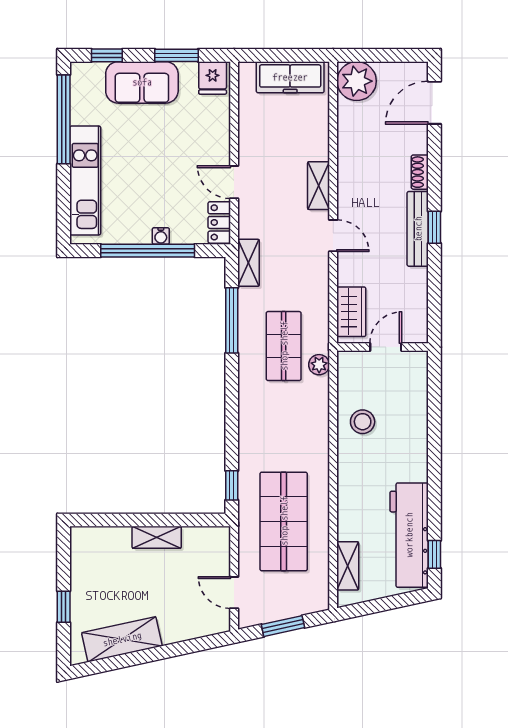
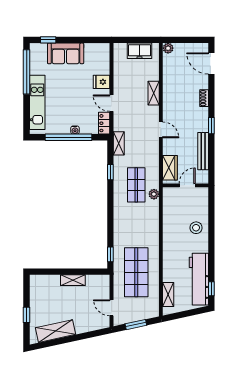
window: (177, 55) -> (83, 40), removed
freezer: (290, 77) -> (140, 51), width x0.71
fridge: (213, 78) -> (102, 82), moved, turned 90
plant: (357, 81) -> (168, 48), width x0.53, depth x0.53
door: (434, 103) -> (211, 64), hinge flipped
shelving: (319, 186) -> (154, 93), moved
bench: (418, 229) -> (203, 151), moved
window: (232, 320) -> (110, 172), width x0.46
stool: (363, 422) -> (196, 228), moved

